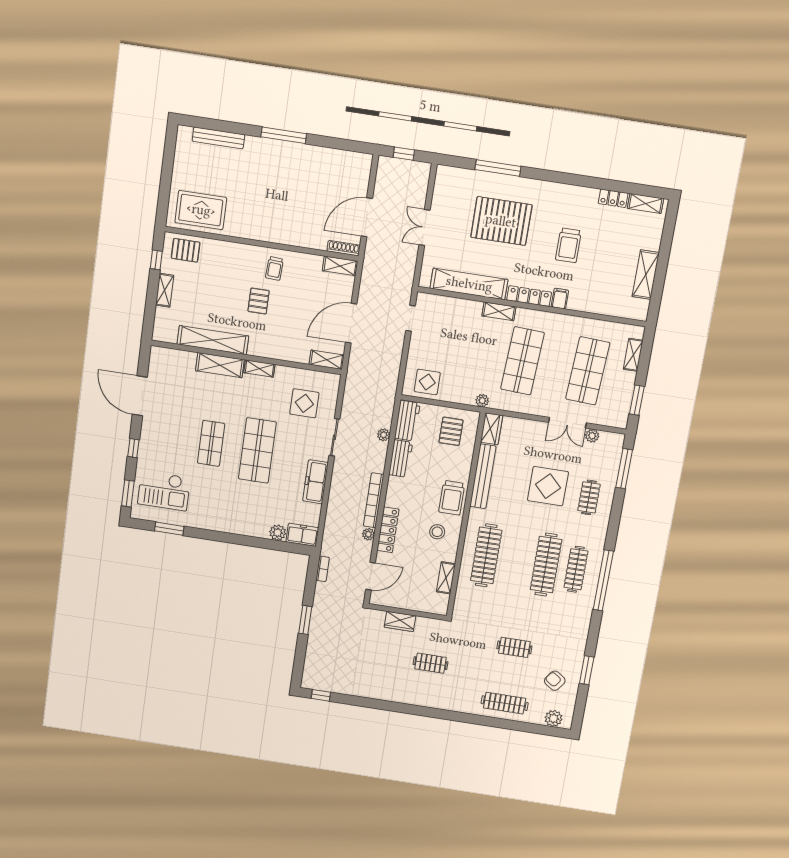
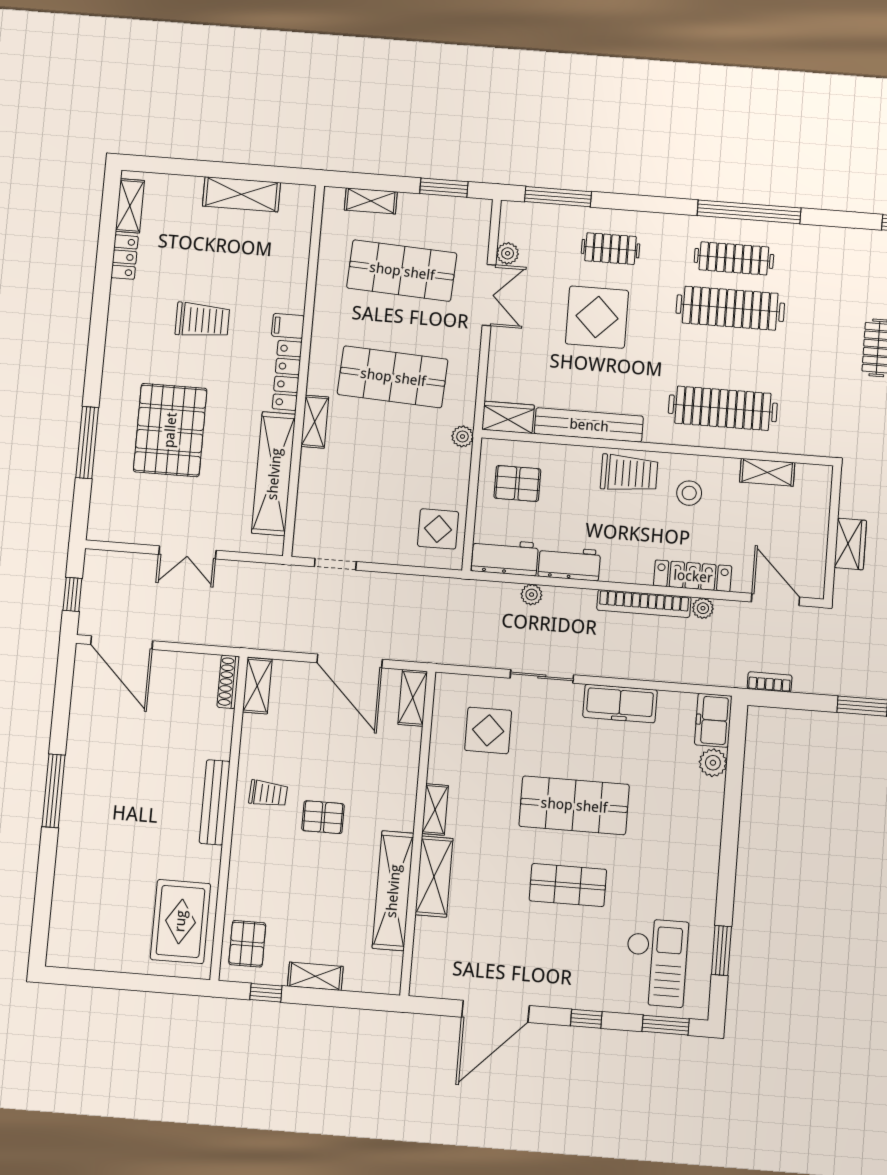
bench: (218, 138) -> (215, 802), moved
door: (367, 217) -> (122, 643), moved

